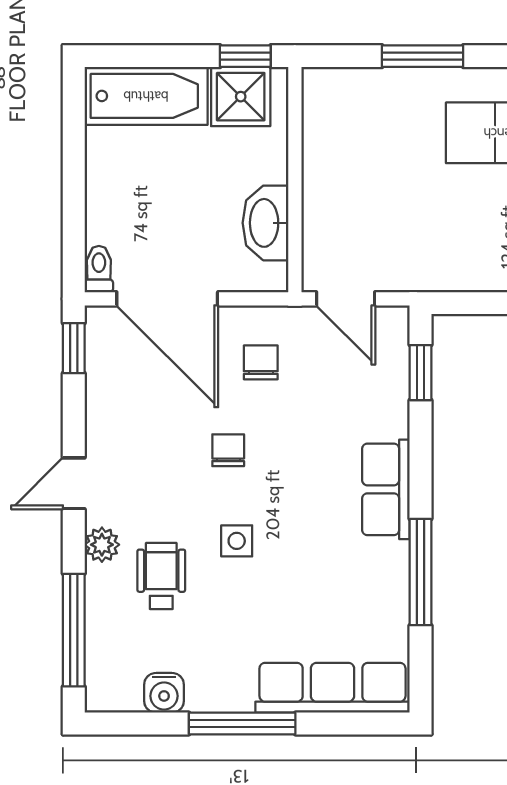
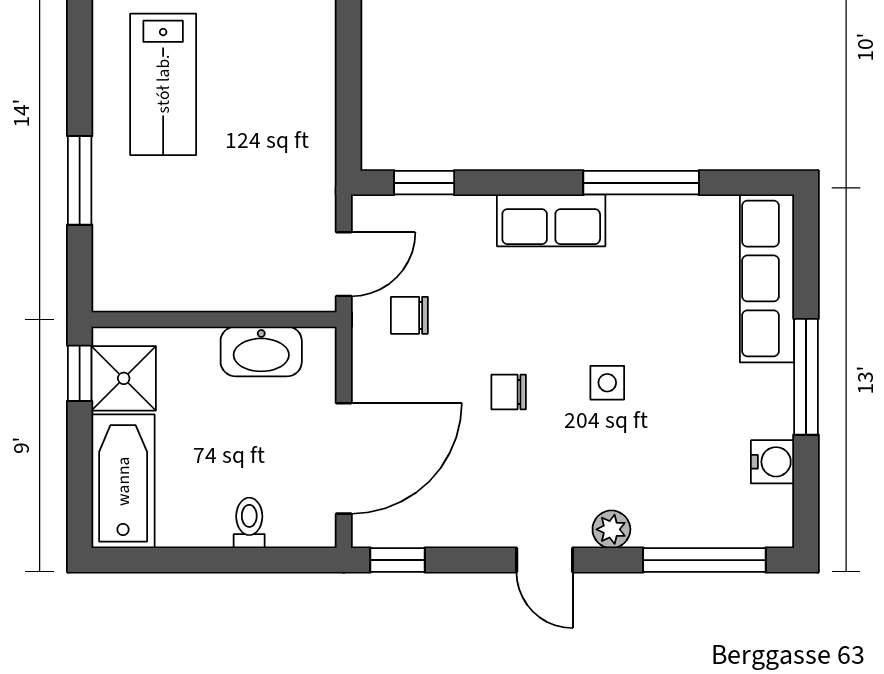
toilet: (99, 269) -> (249, 523), moved, turned 90
chair: (261, 362) -> (409, 315), moved
wheelchair: (161, 576) -> (645, 465), removed

